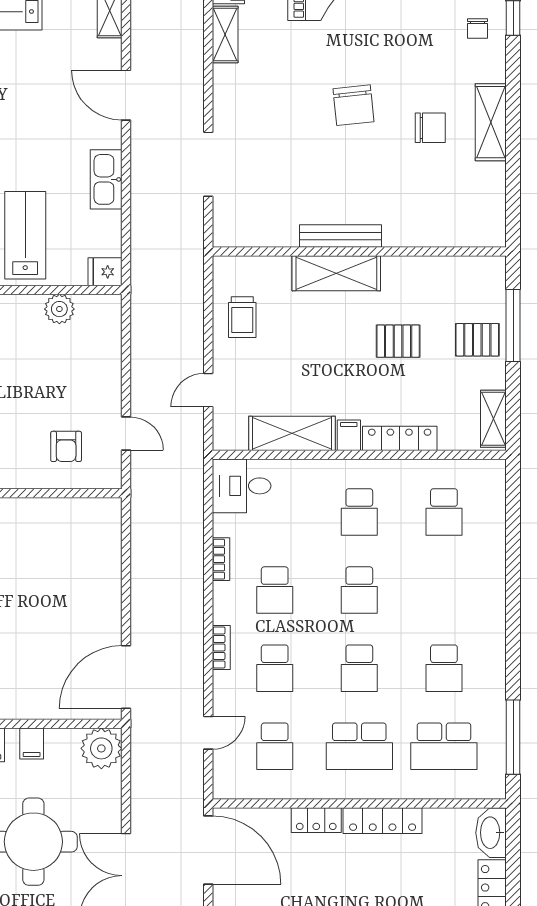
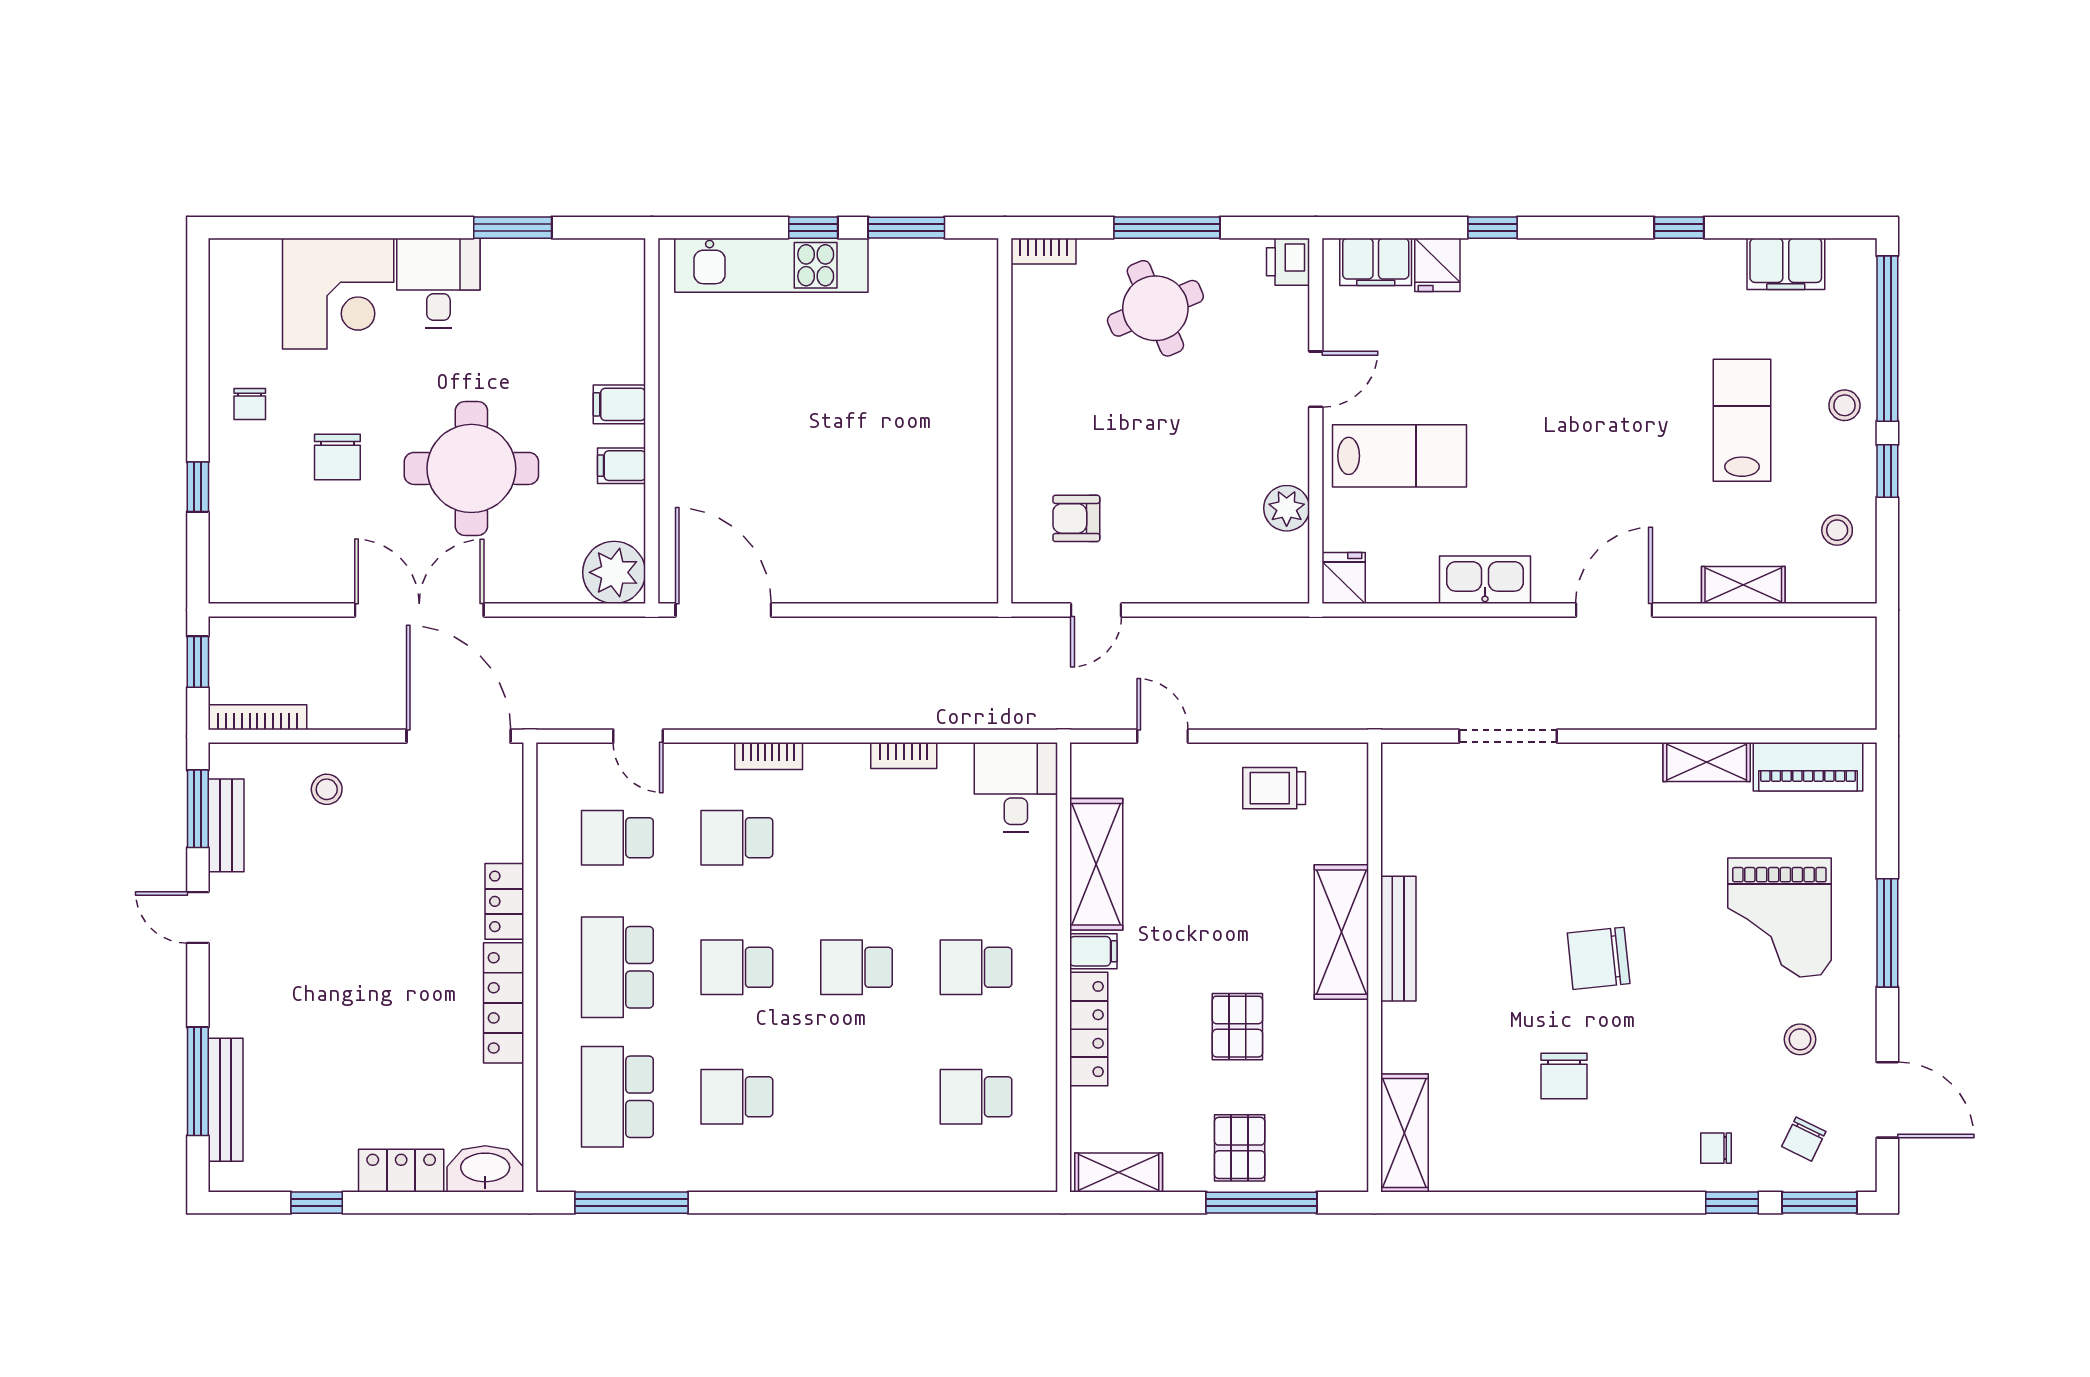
shelving: (491, 122) -> (1405, 1133), moved, turned 90
school desk: (275, 590) -> (856, 838), removed
door: (208, 850) -> (459, 736), swing flipped

